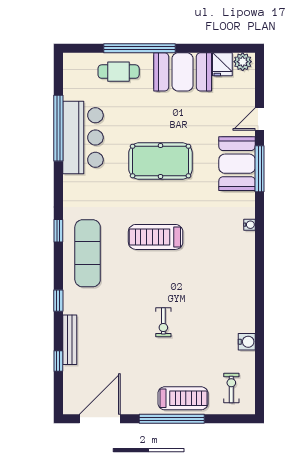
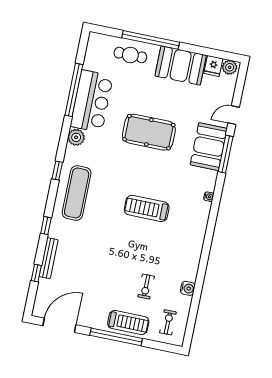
plant: (73, 186) -> (76, 137), added
treadmill: (156, 237) -> (147, 208), moved
exercise bike: (163, 322) -> (146, 287), moved

